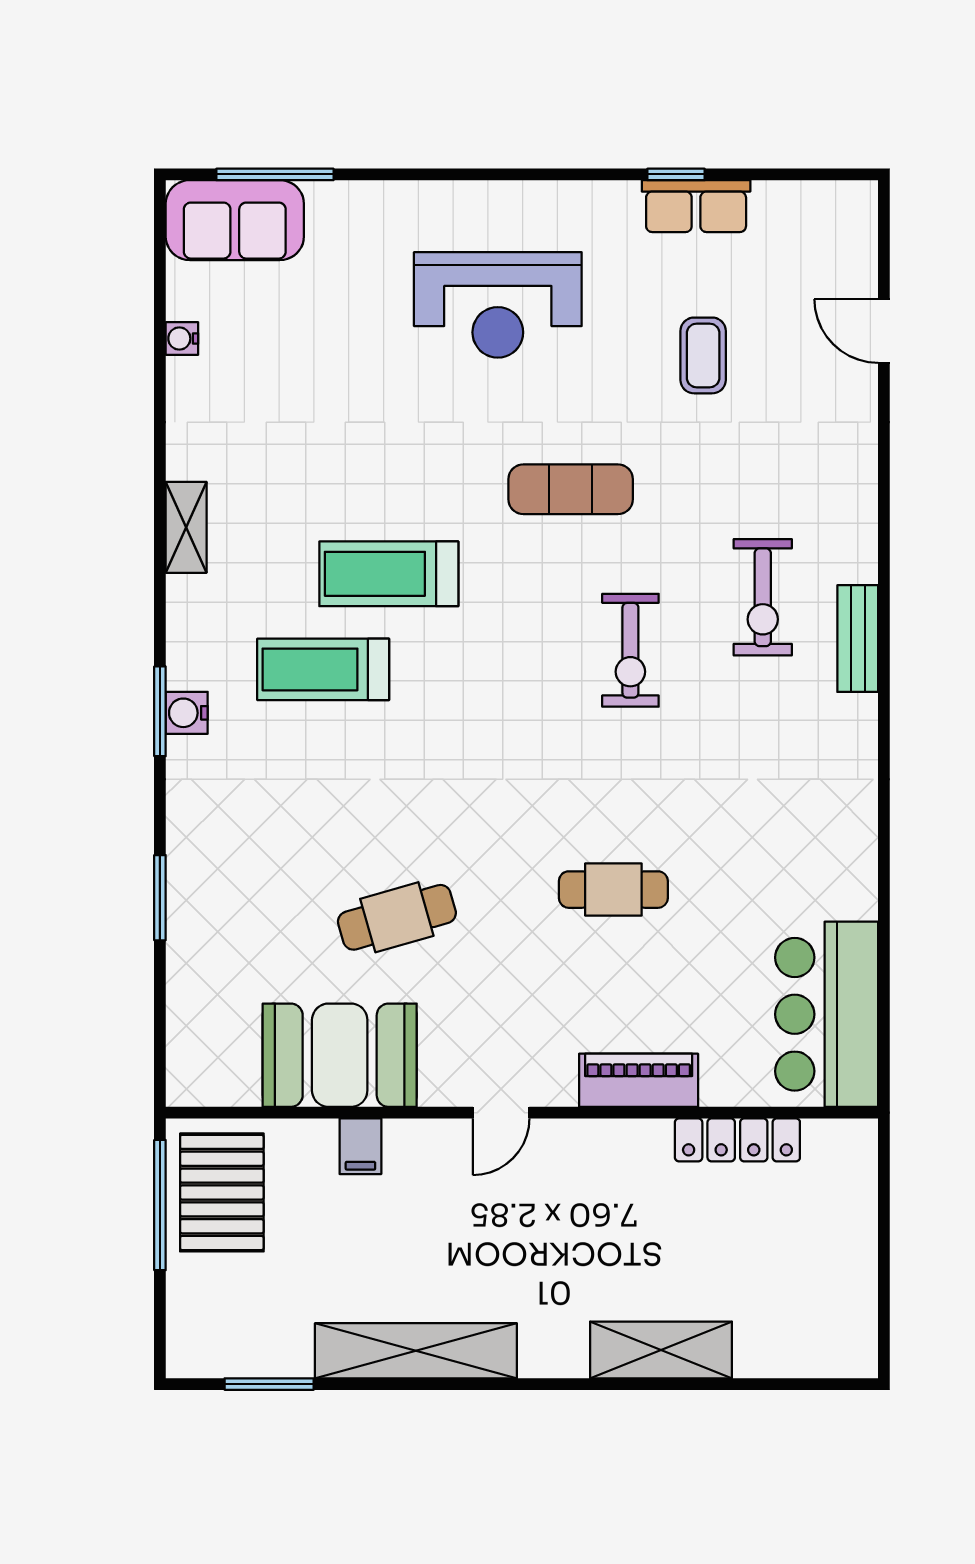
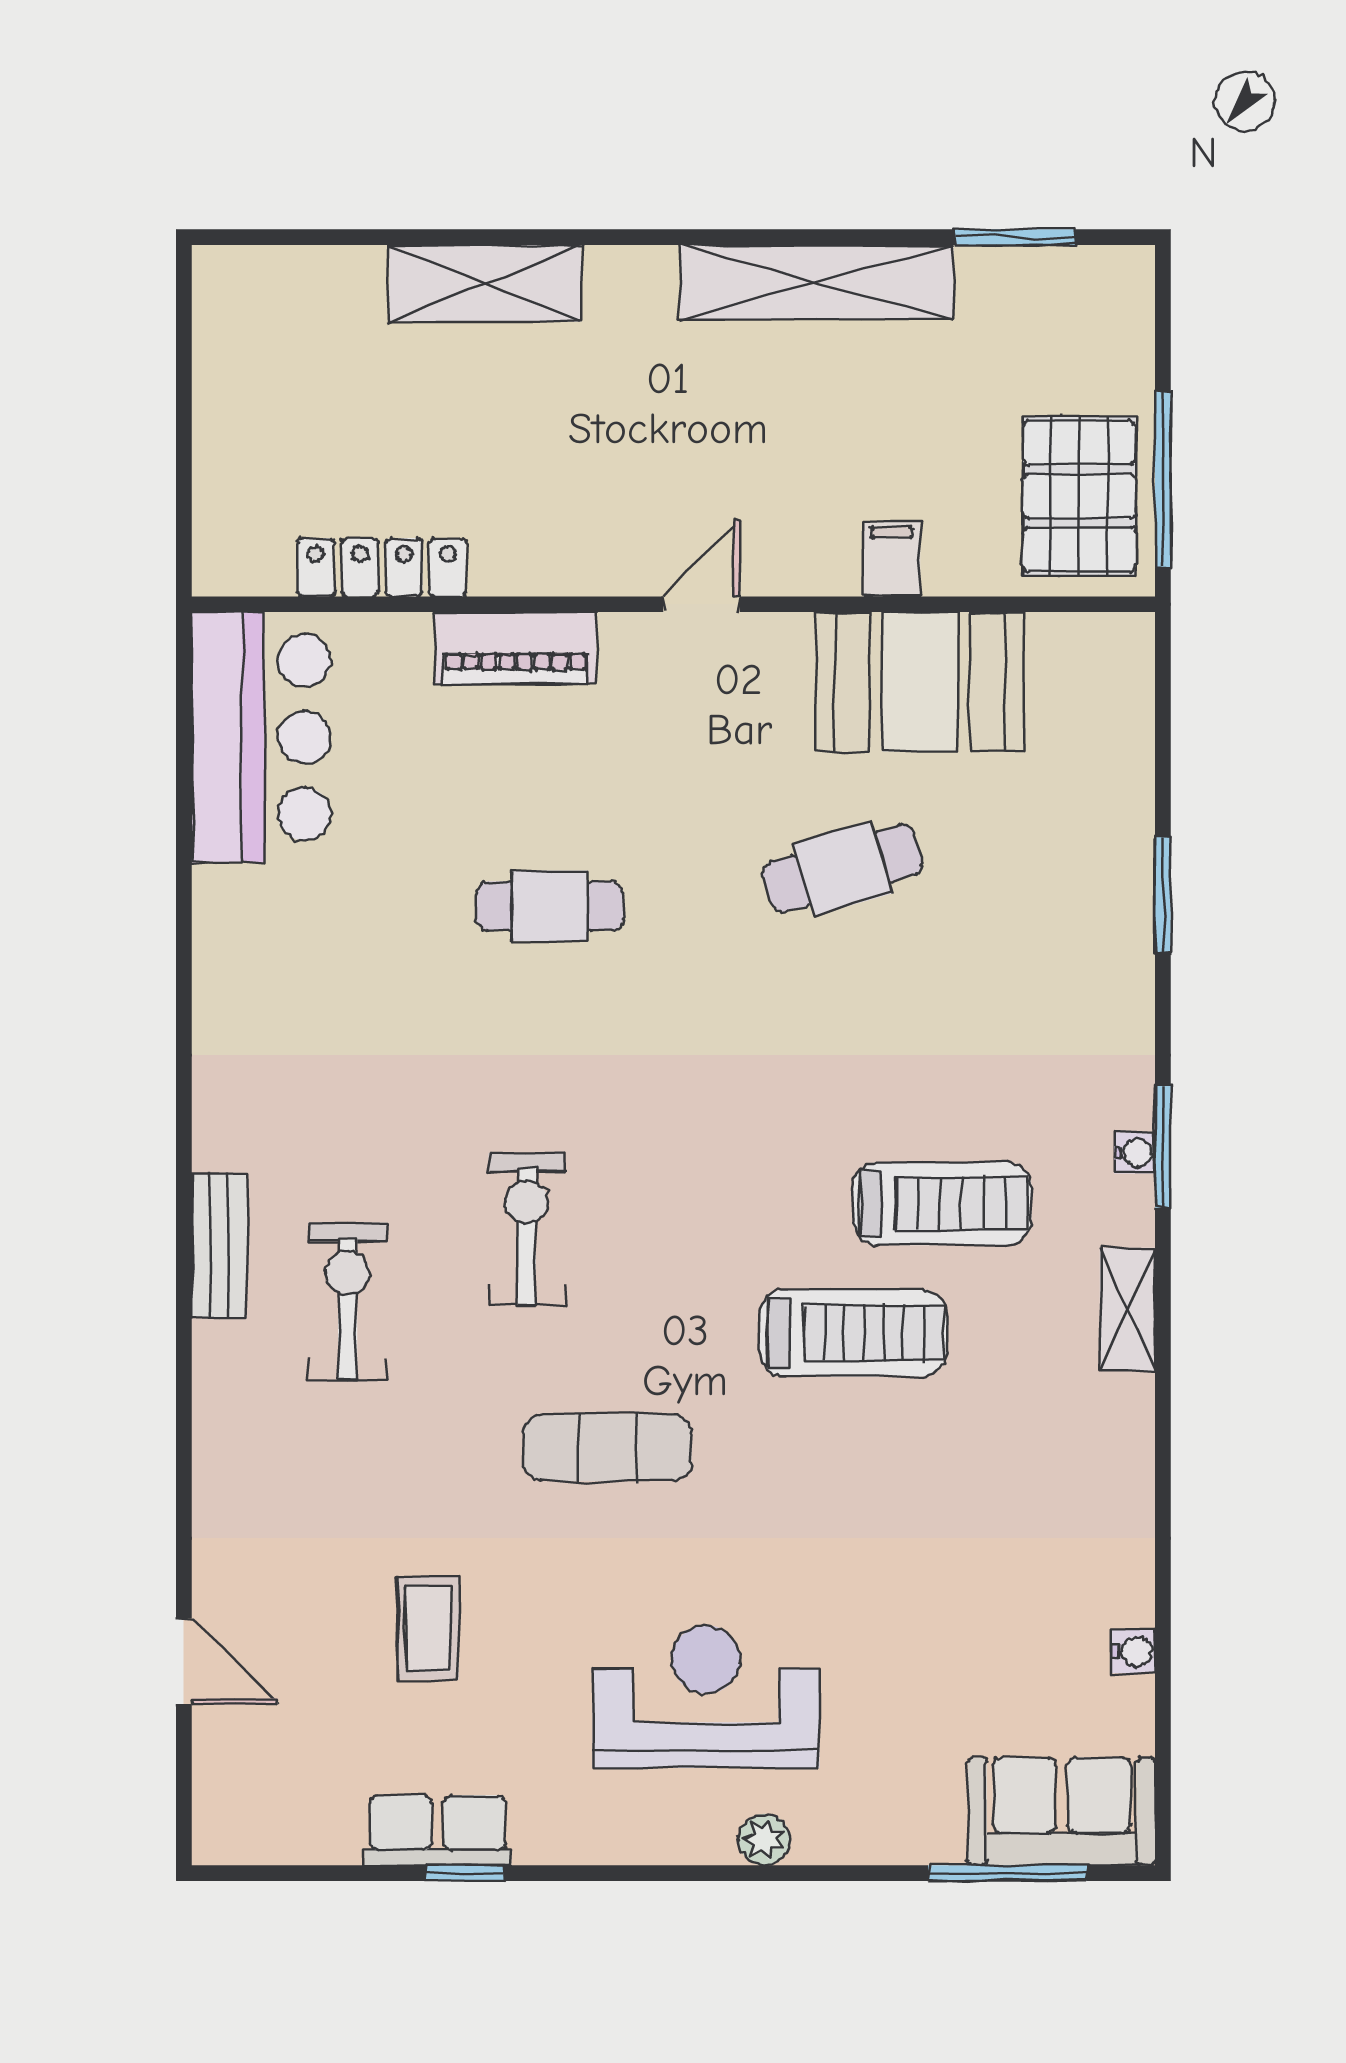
plant: (455, 199) -> (764, 1840), added
shelving: (186, 527) -> (1128, 1309), moved
water cooler: (187, 713) -> (1135, 1153), width x0.72, depth x0.72

